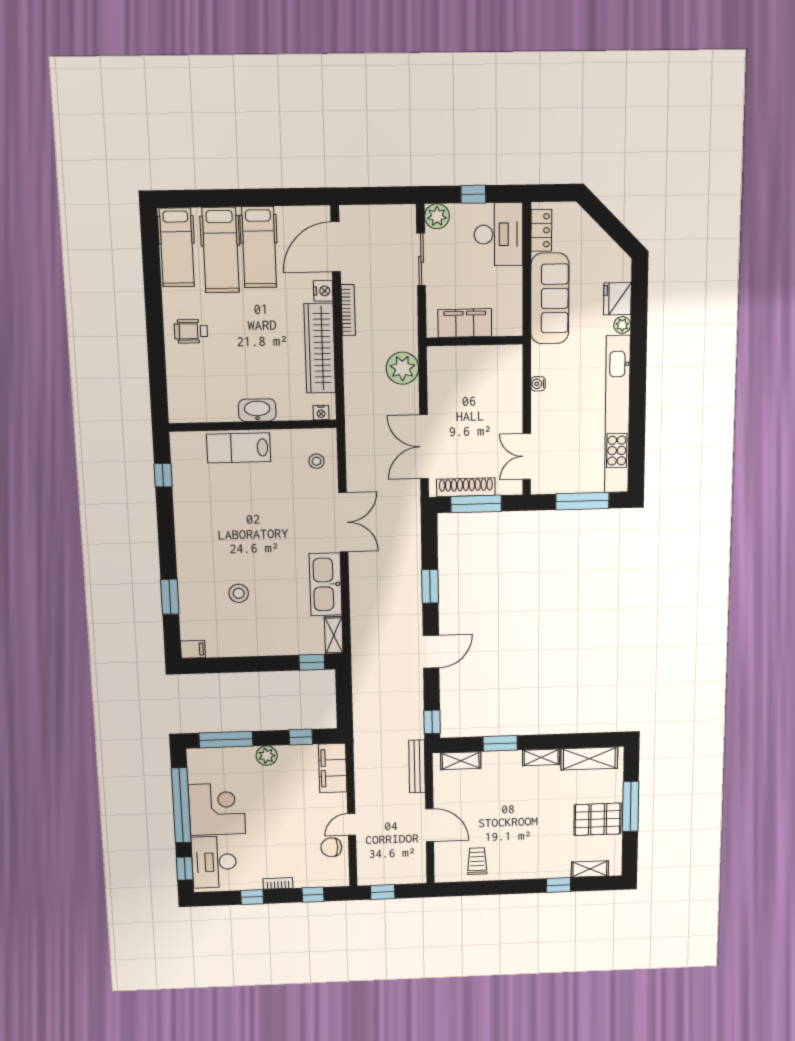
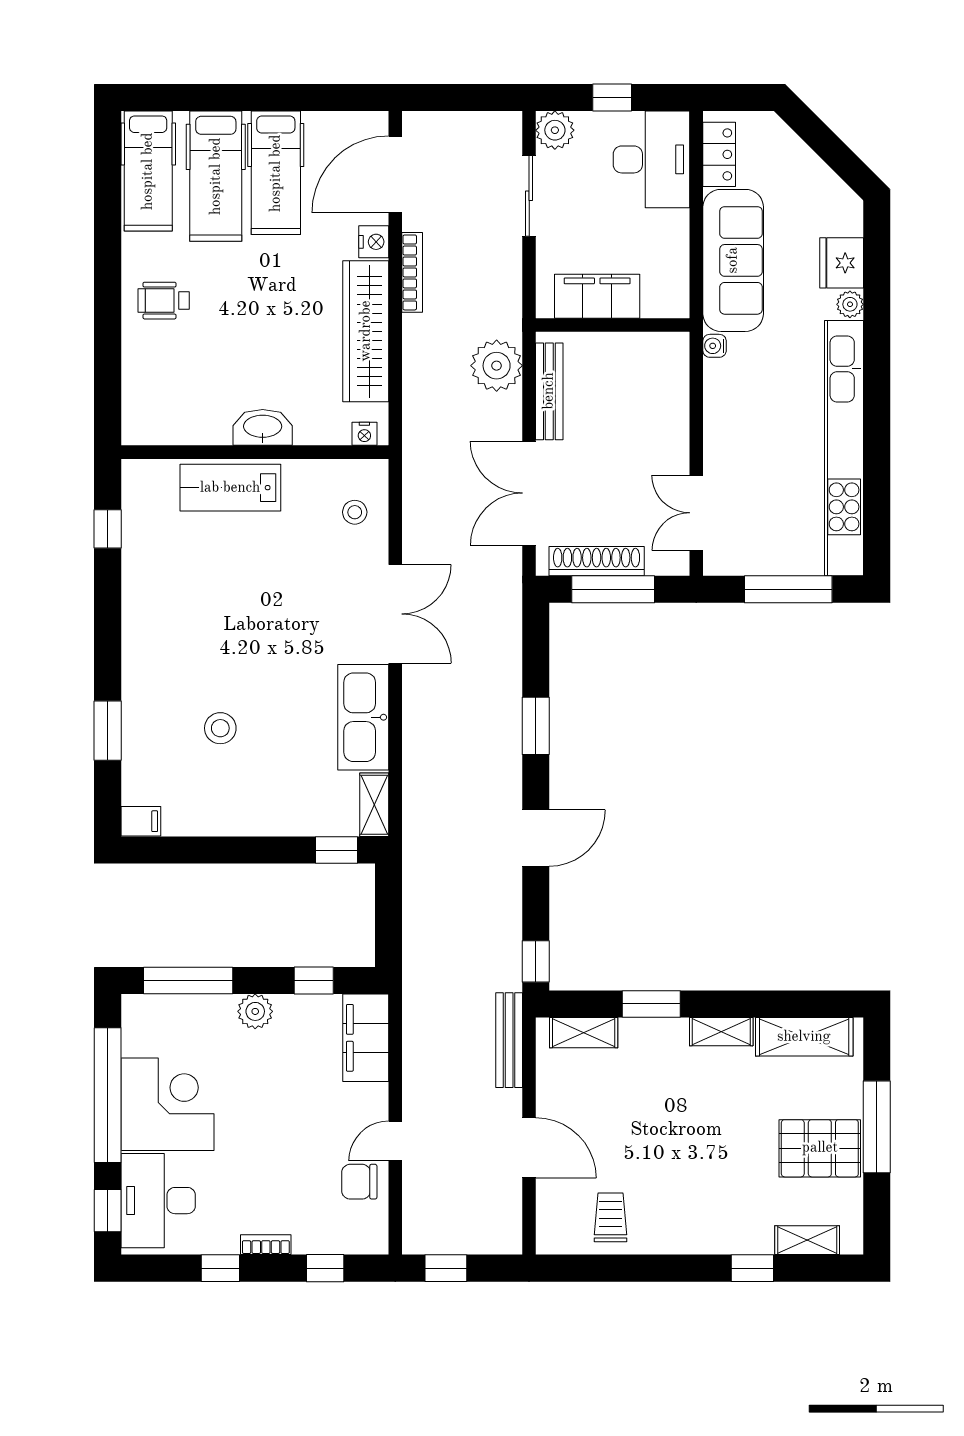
bench: (436, 384) -> (549, 391), added
water cooler: (538, 384) -> (715, 346), moved

